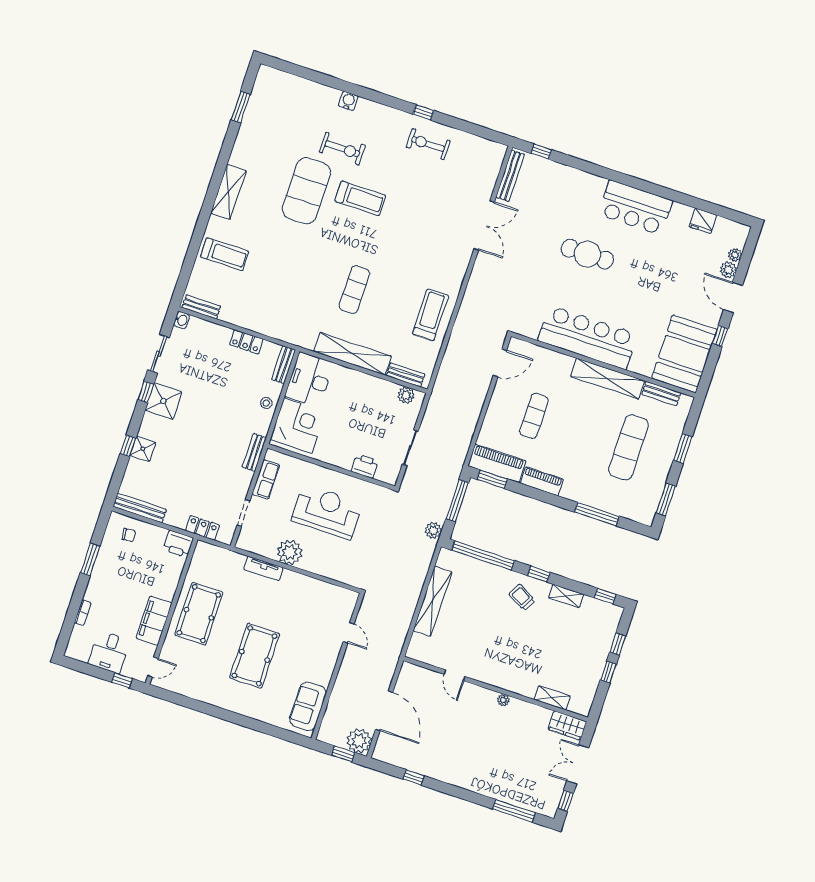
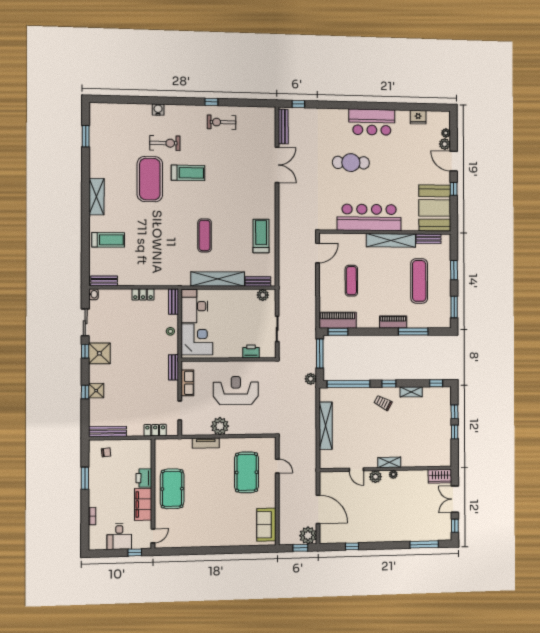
piano: (542, 481) -> (393, 322), moved
printer: (178, 544) -> (144, 478), moved, turned 90
pool table: (255, 656) -> (247, 472), moved
plant: (478, 695) -> (375, 477), added
shelving: (552, 698) -> (389, 462), moved

